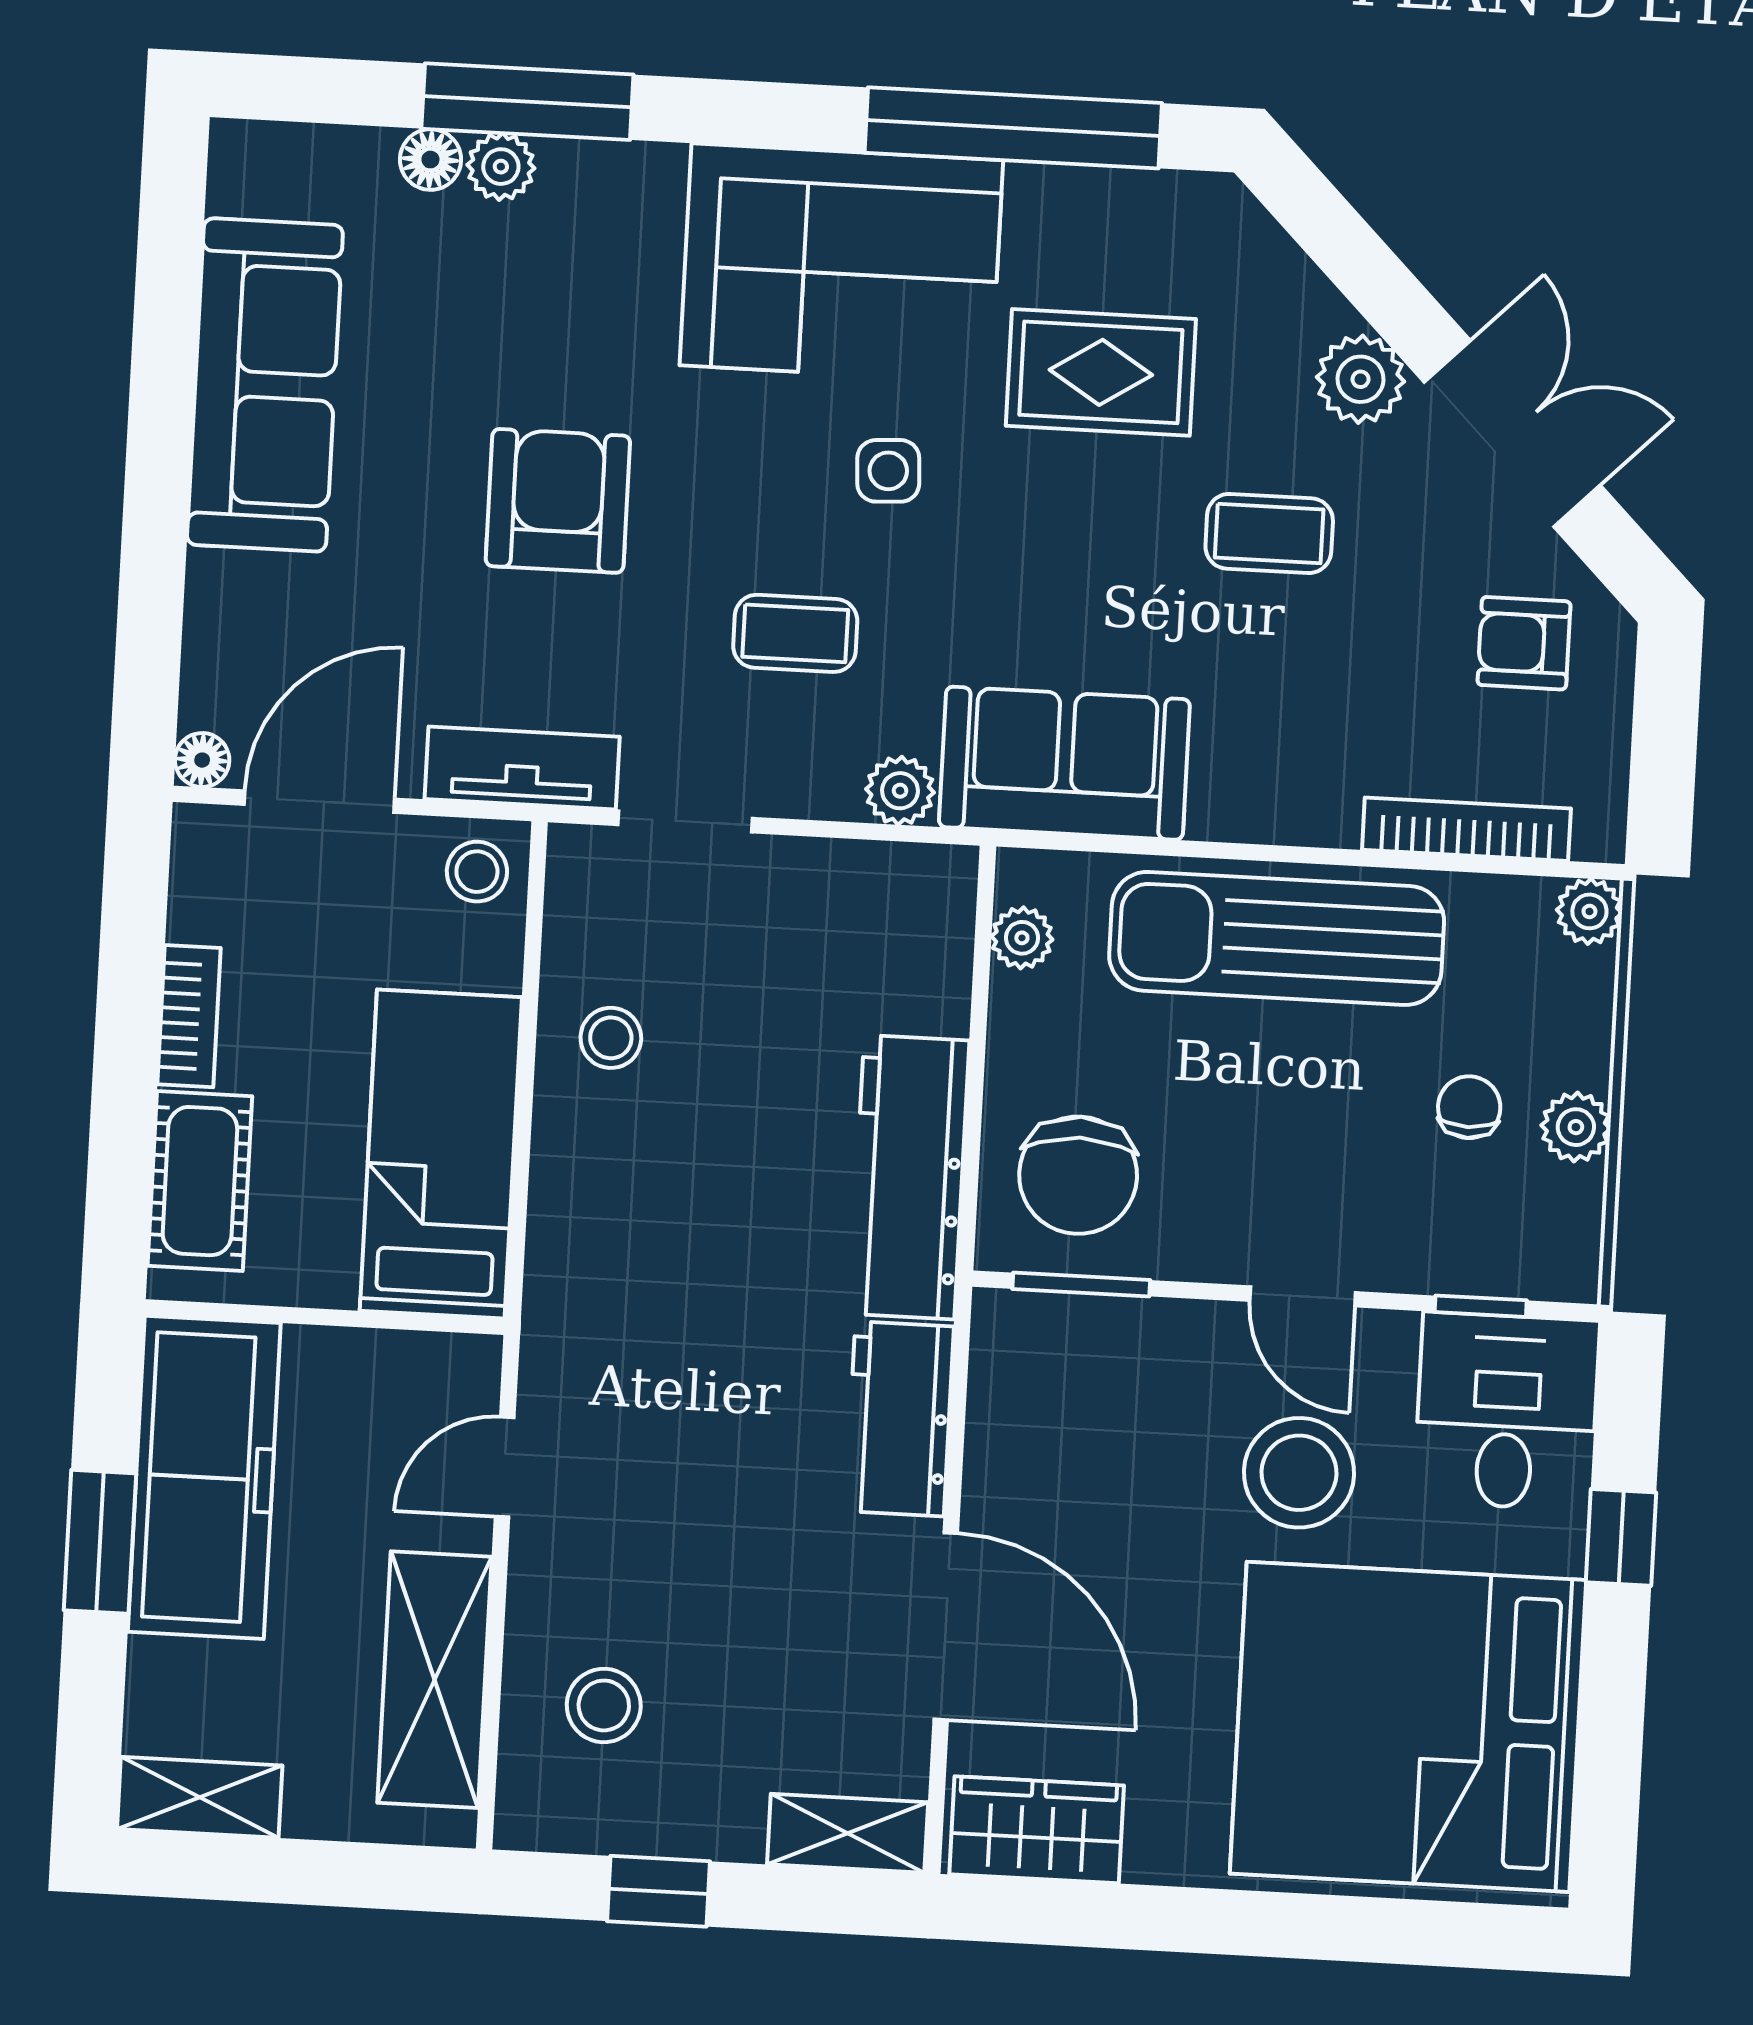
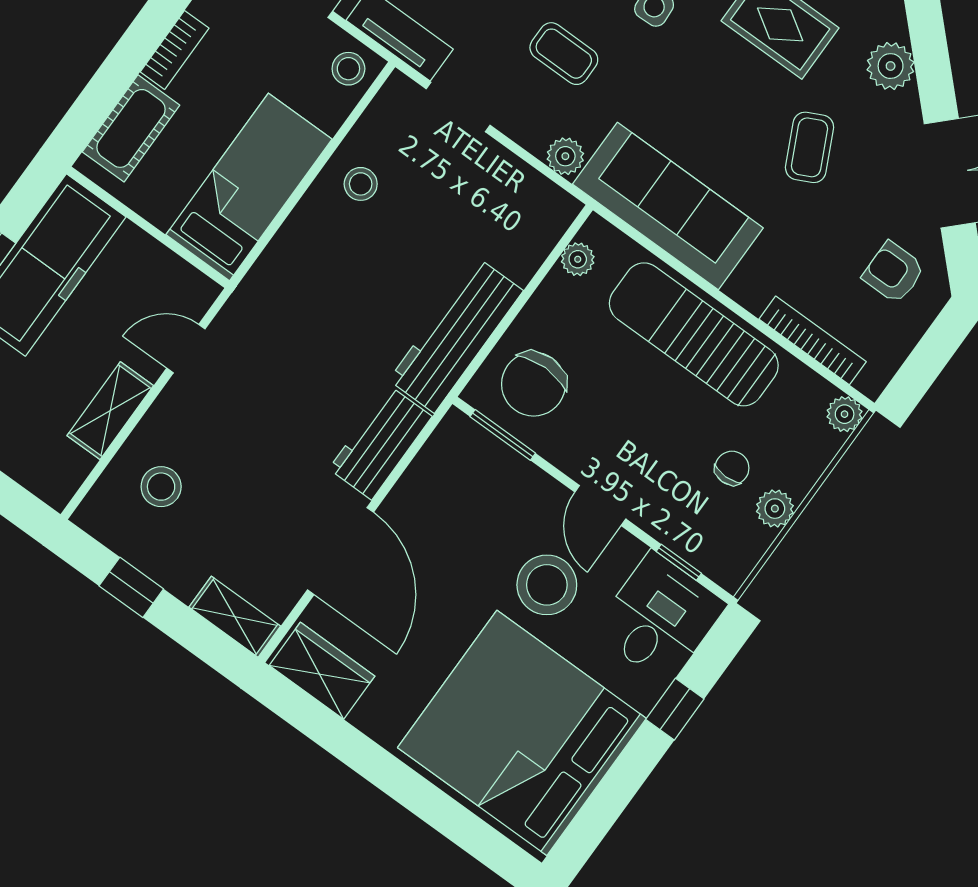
plant: (1361, 379) -> (891, 66), moved
coffee table: (1269, 533) -> (810, 147), turned 64
sofa: (1064, 763) -> (668, 206), width x1.36
shelving: (434, 1680) -> (110, 411), width x0.67, depth x0.75

